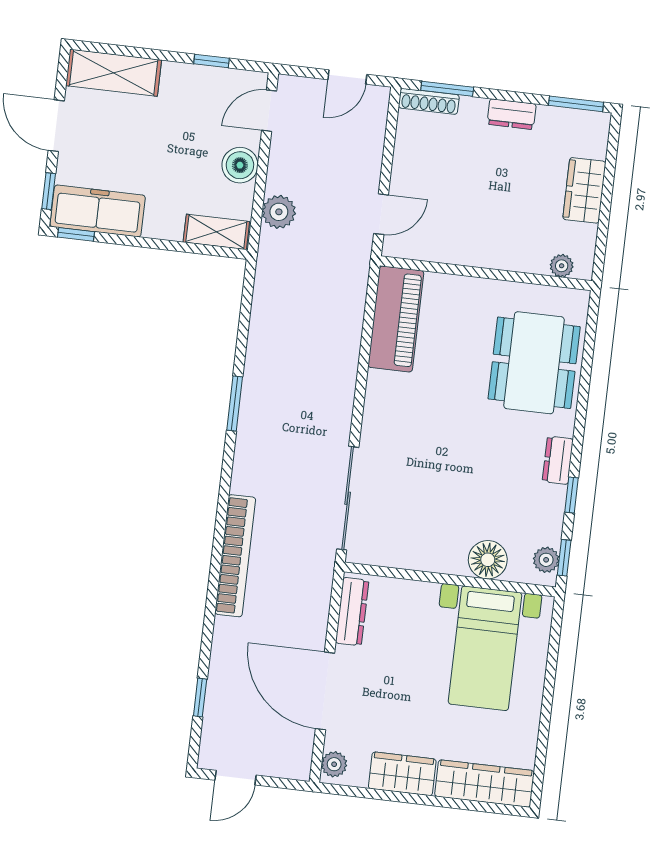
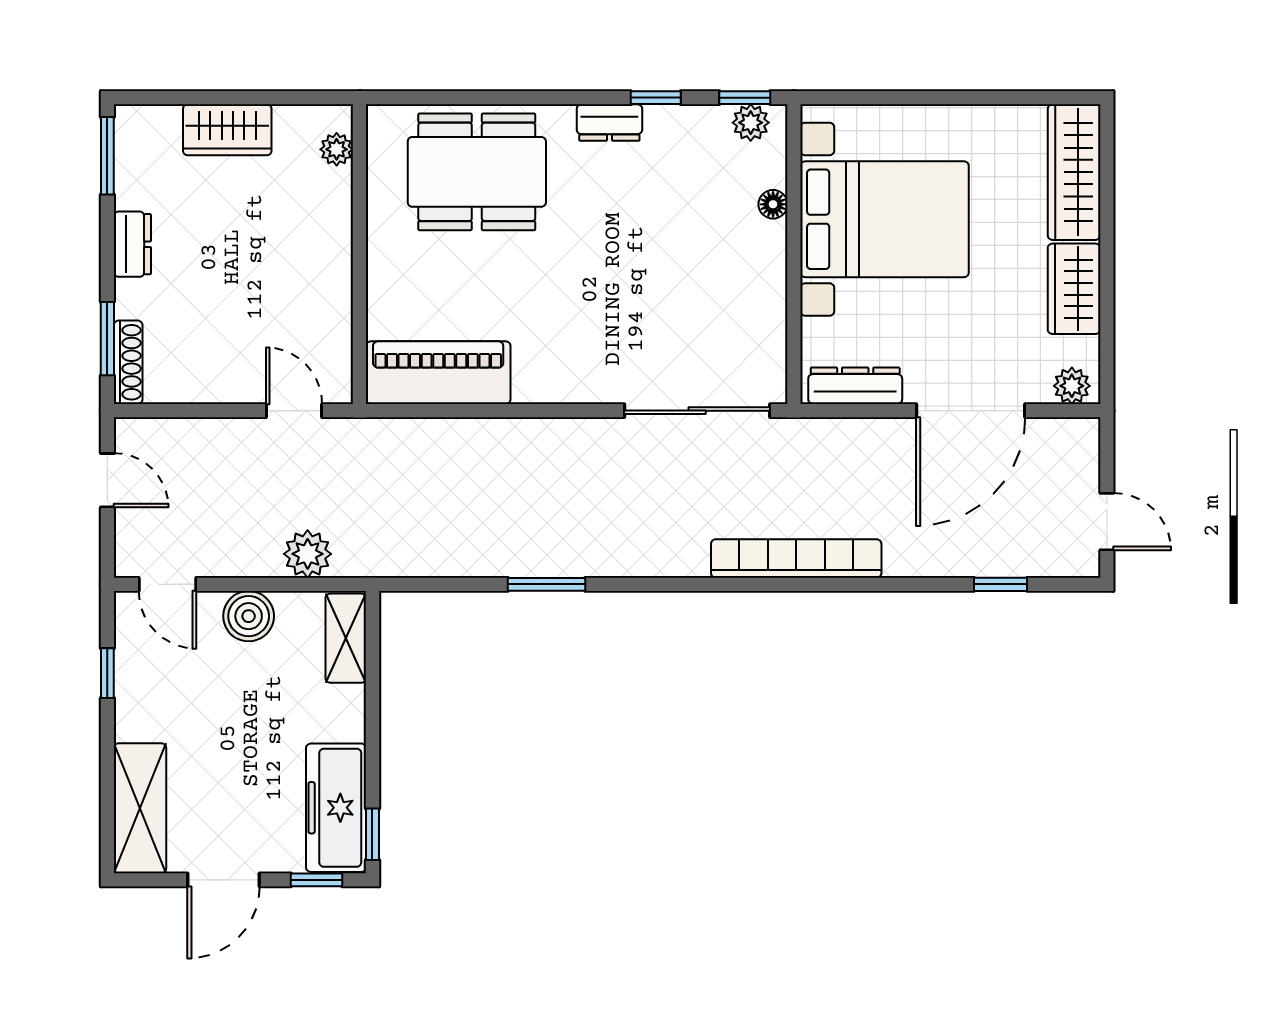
window: (235, 404) -> (547, 584), moved
floor lamp: (488, 560) -> (773, 204), width x0.53, depth x0.53
bed with nightstands: (485, 648) -> (885, 219), width x1.36

